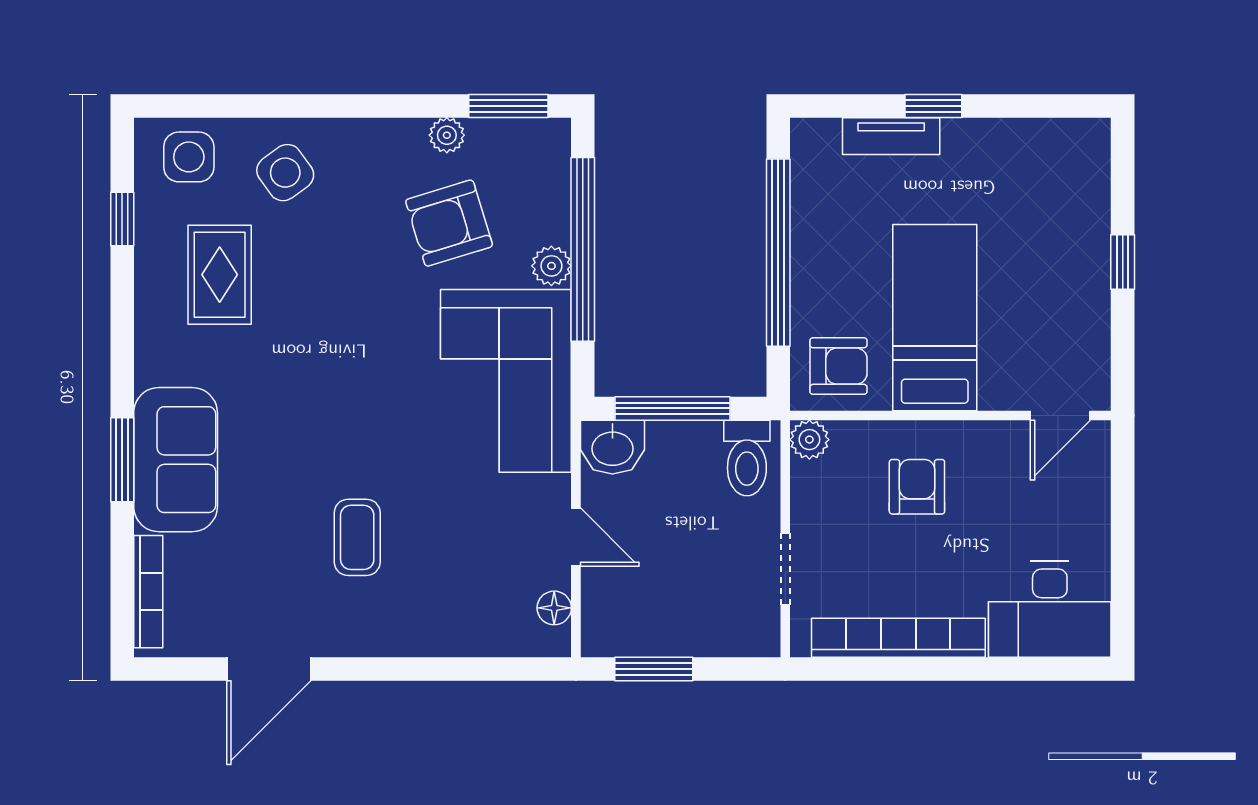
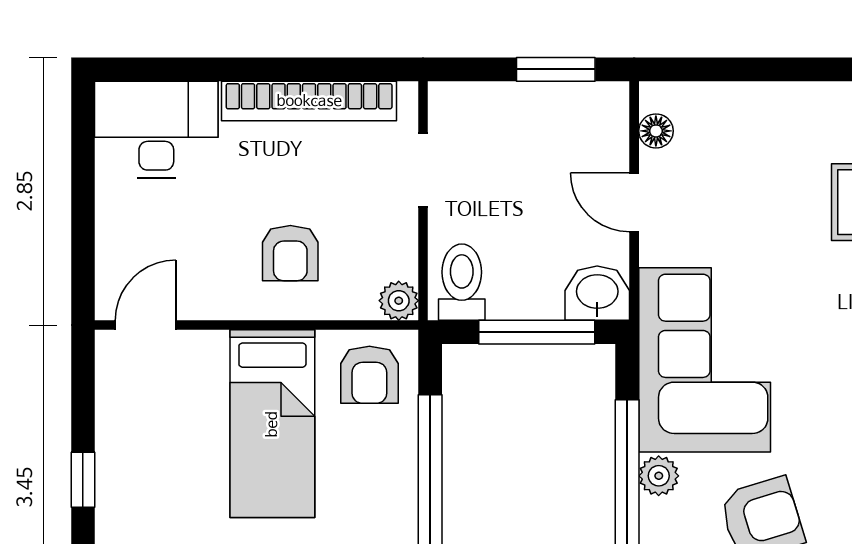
armchair: (838, 366) -> (369, 375), turned -90

